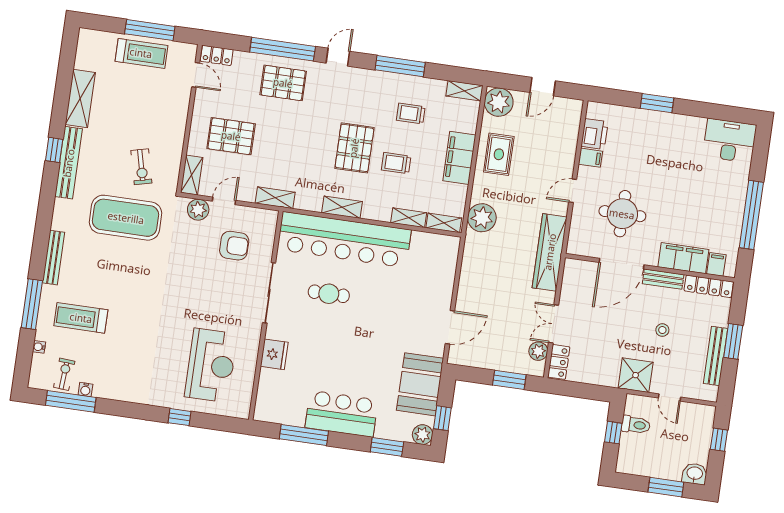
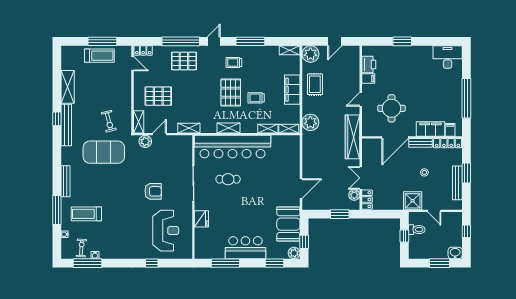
trolley: (411, 113) -> (234, 62), moved
armchair: (234, 246) -> (153, 191), moved

